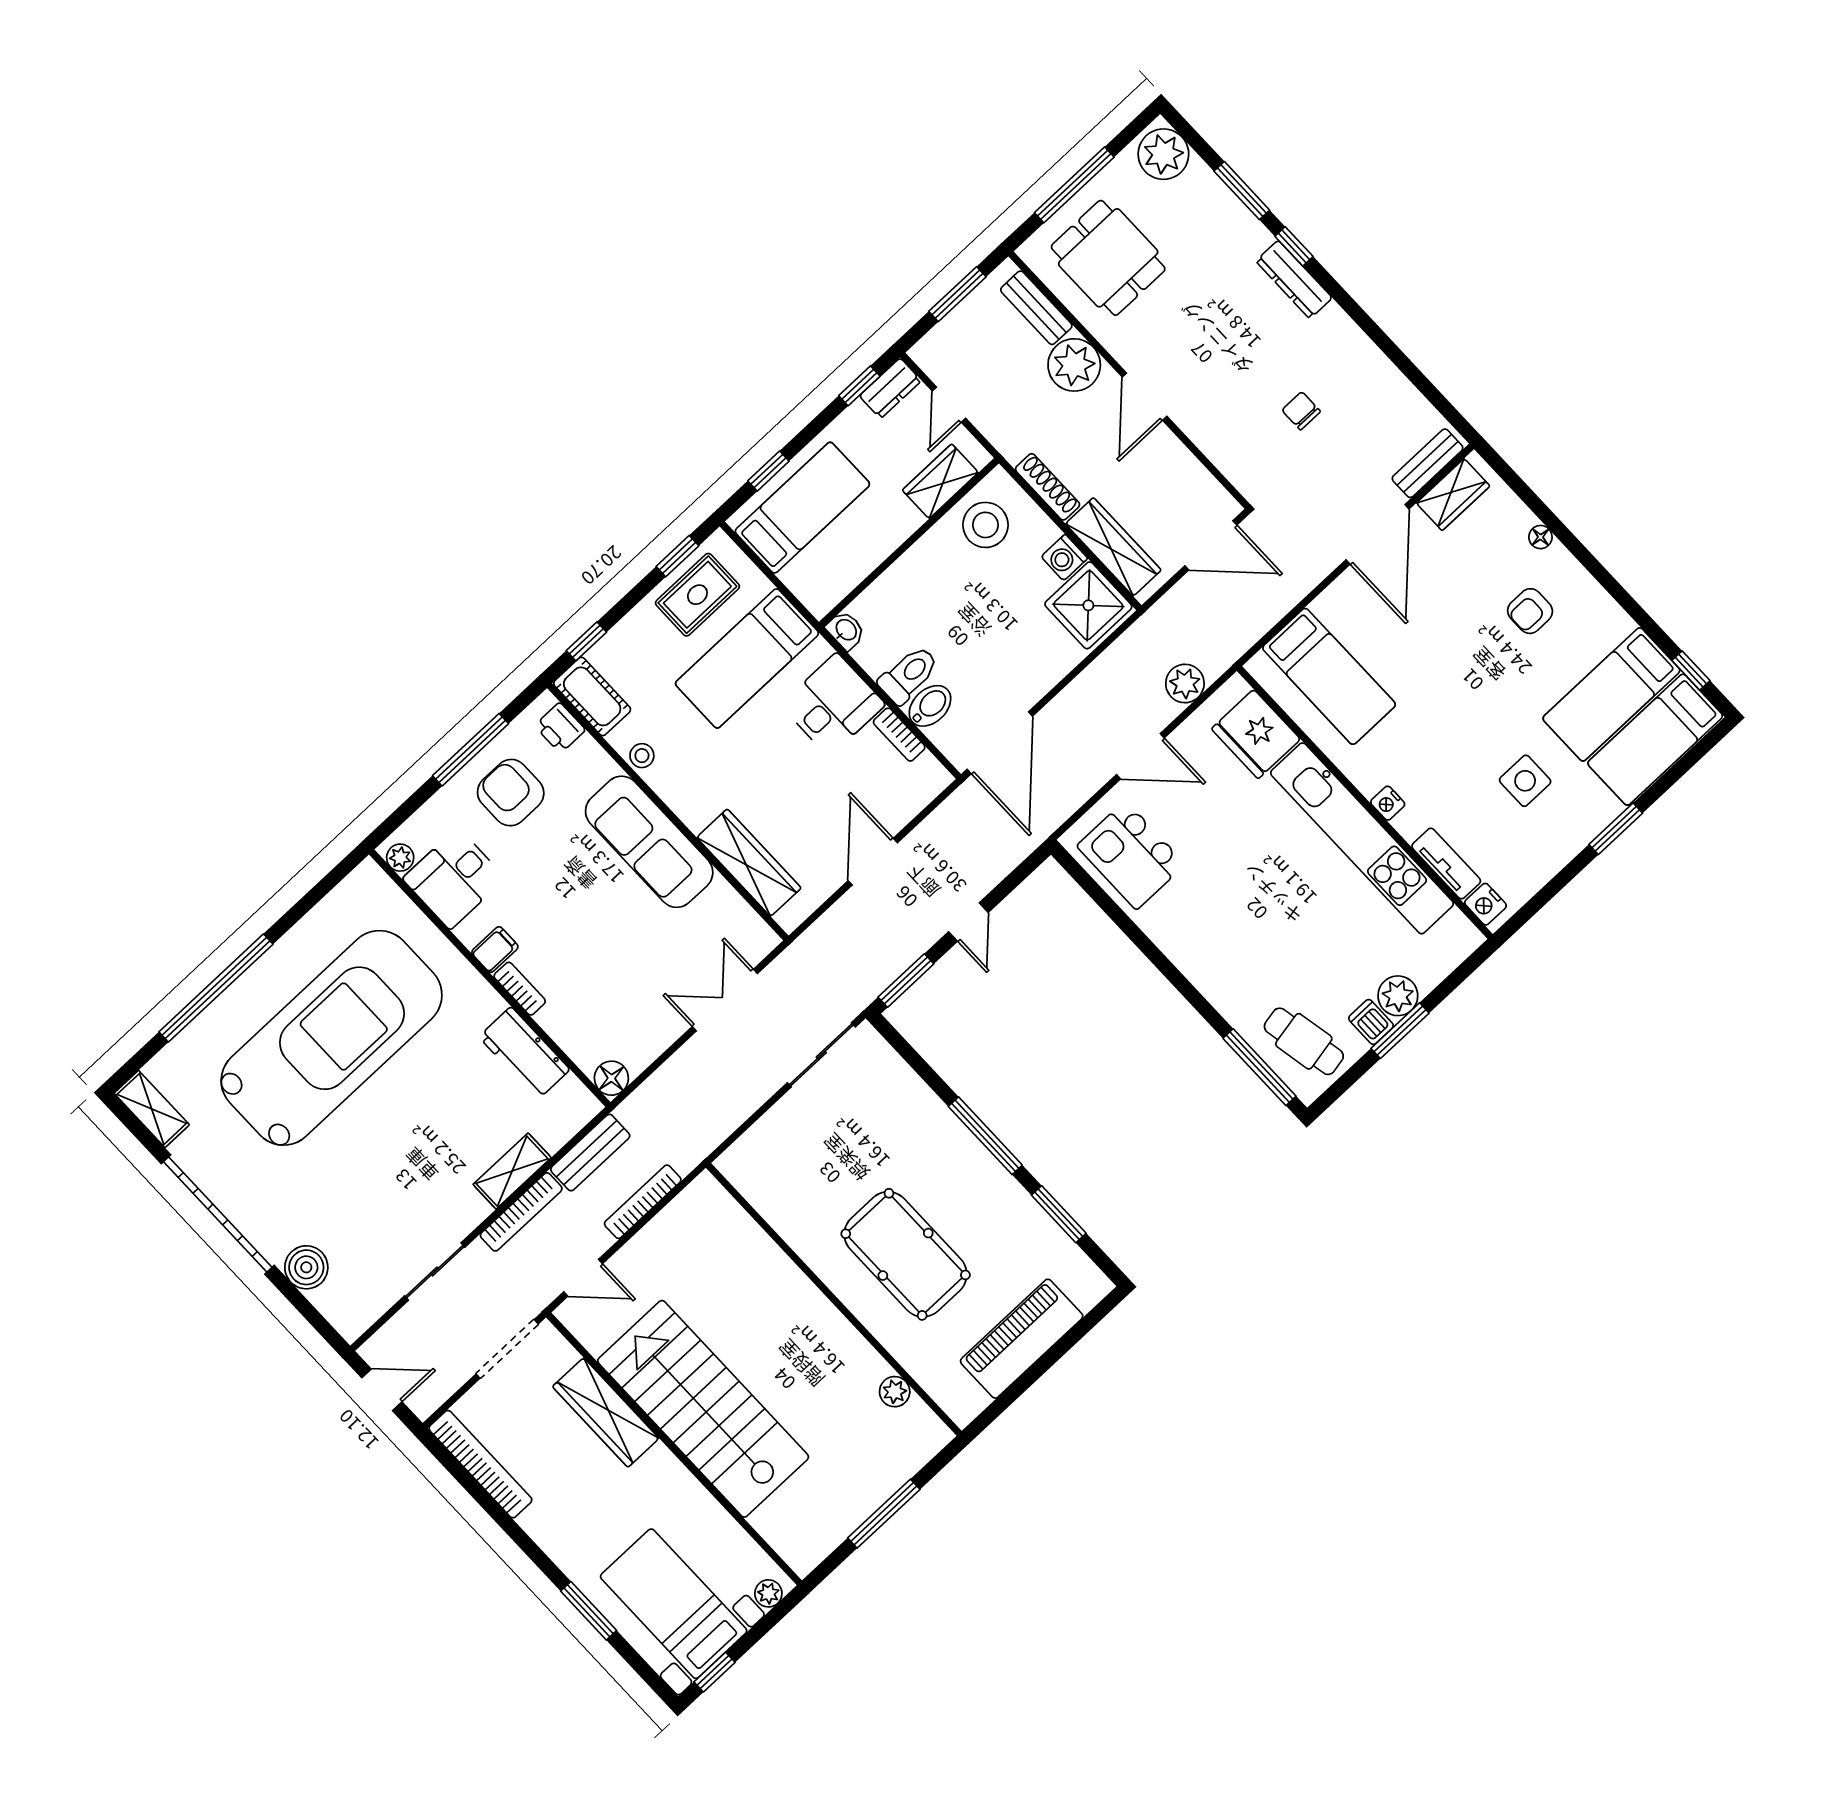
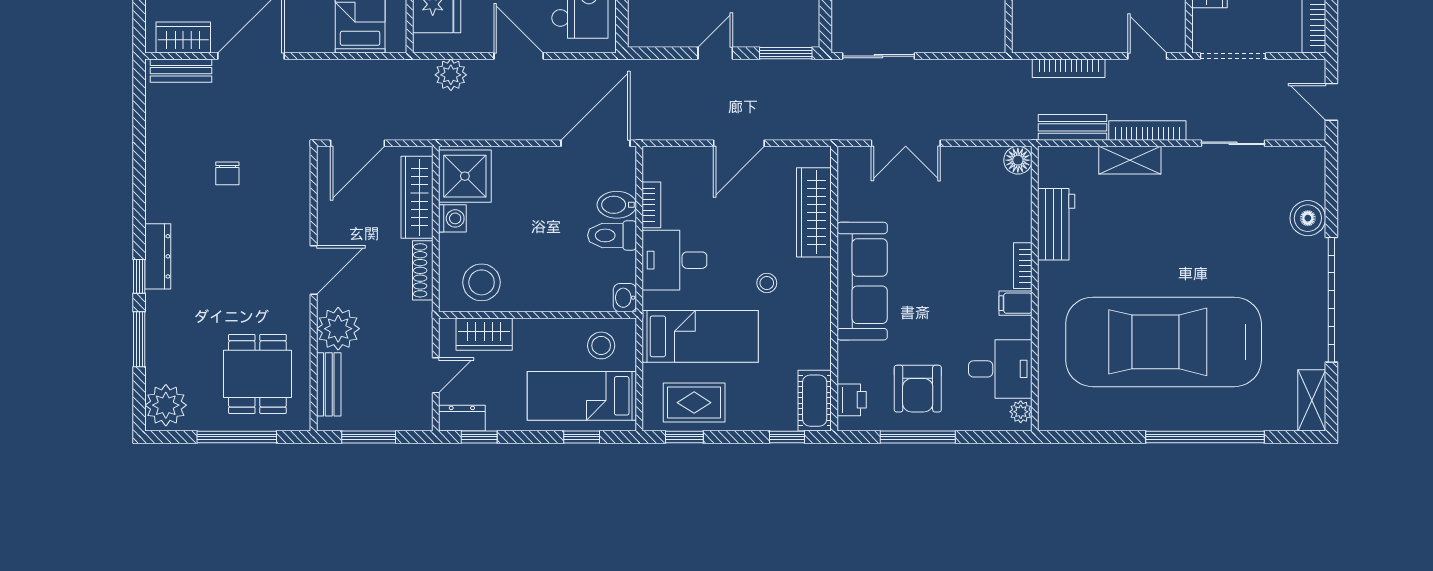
door: (1211, 545) -> (358, 143), swing flipped
stool: (827, 568) -> (601, 345), added
stool: (642, 756) -> (767, 283), moved

